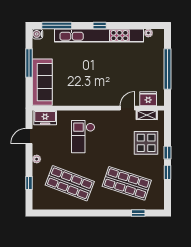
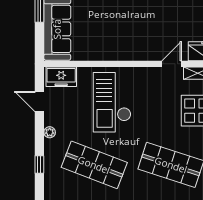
door: (29, 136) -> (39, 101), hinge flipped
checkout: (83, 137) -> (112, 102), width x1.36, depth x1.21

